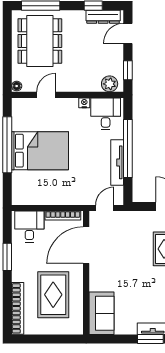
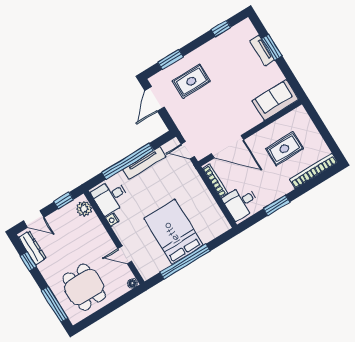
dining table: (40, 41) -> (84, 287), width x0.73
rug: (53, 295) -> (284, 149), width x0.73, depth x0.70

